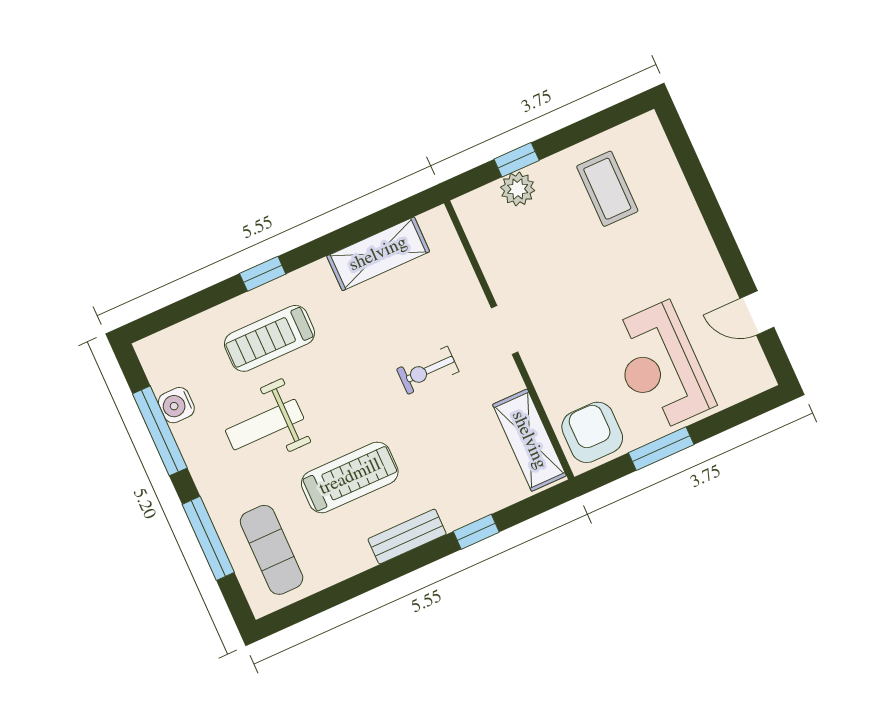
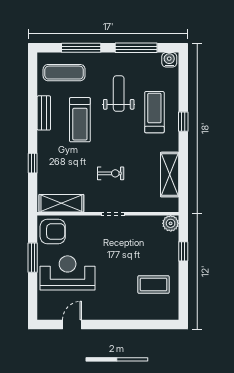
plant: (518, 189) -> (171, 223), moved
exercise bike: (428, 370) -> (111, 173), turned 90
water cooler: (176, 405) -> (169, 60), moved
bench: (407, 536) -> (44, 113), moved

